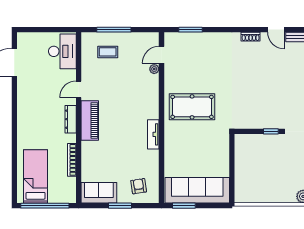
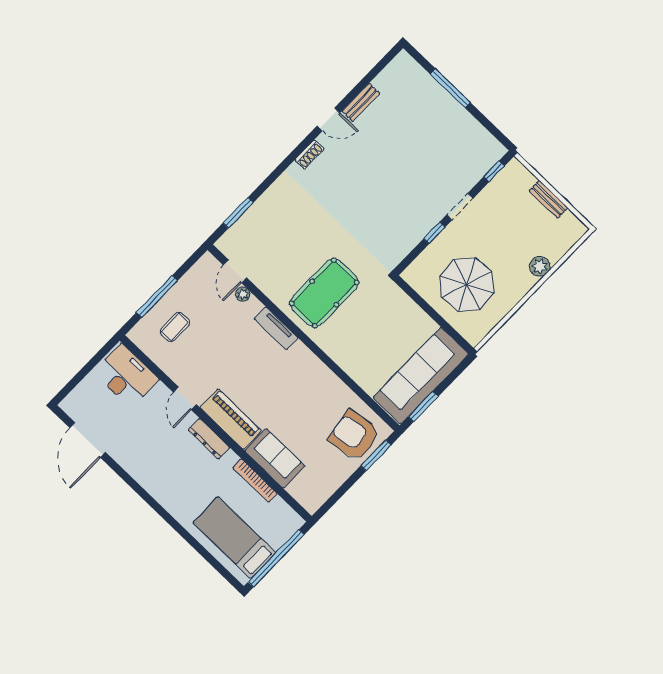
tv unit: (153, 134) -> (276, 328), moved
parasol: (261, 170) -> (467, 284), added
armchair: (139, 186) -> (354, 435), width x1.88, depth x1.88
sofa: (99, 193) -> (275, 458), moved, turned 90
window: (120, 206) -> (376, 455), moved

